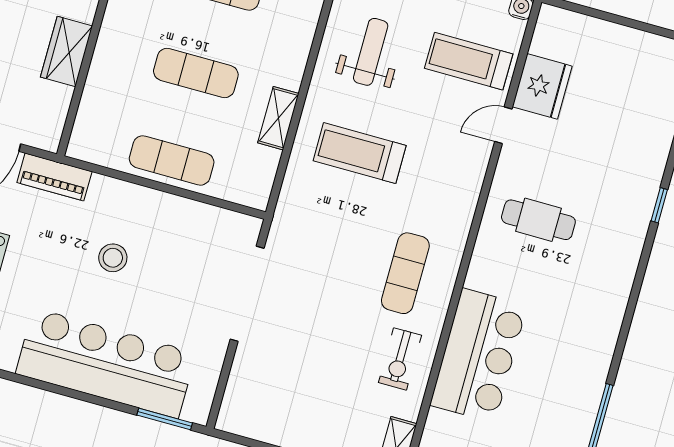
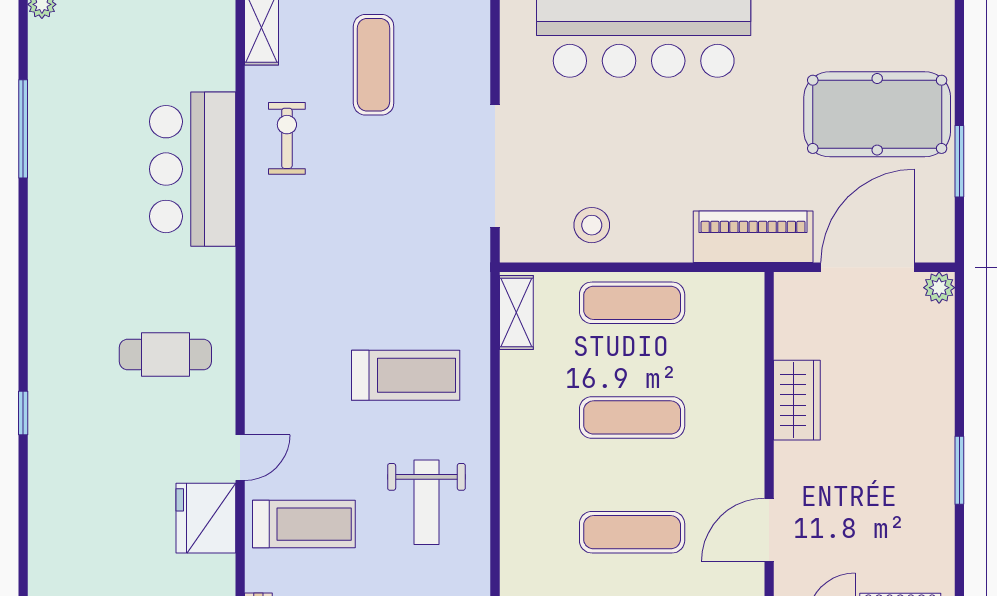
shelving: (278, 118) -> (516, 312), moved
piano: (54, 177) -> (753, 237), width x1.37, depth x1.33
stool: (113, 258) -> (592, 225), moved
exercise mat: (405, 273) -> (374, 65), moved

